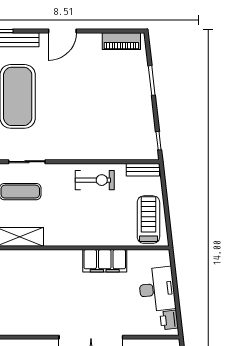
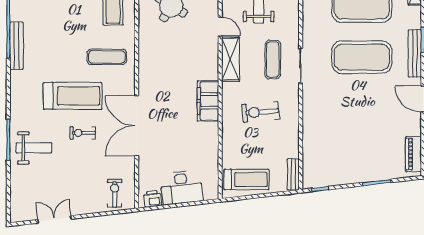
exercise bike: (95, 180) -> (261, 112), moved, turned 85
filing cabinet: (105, 261) -> (208, 101), moved

